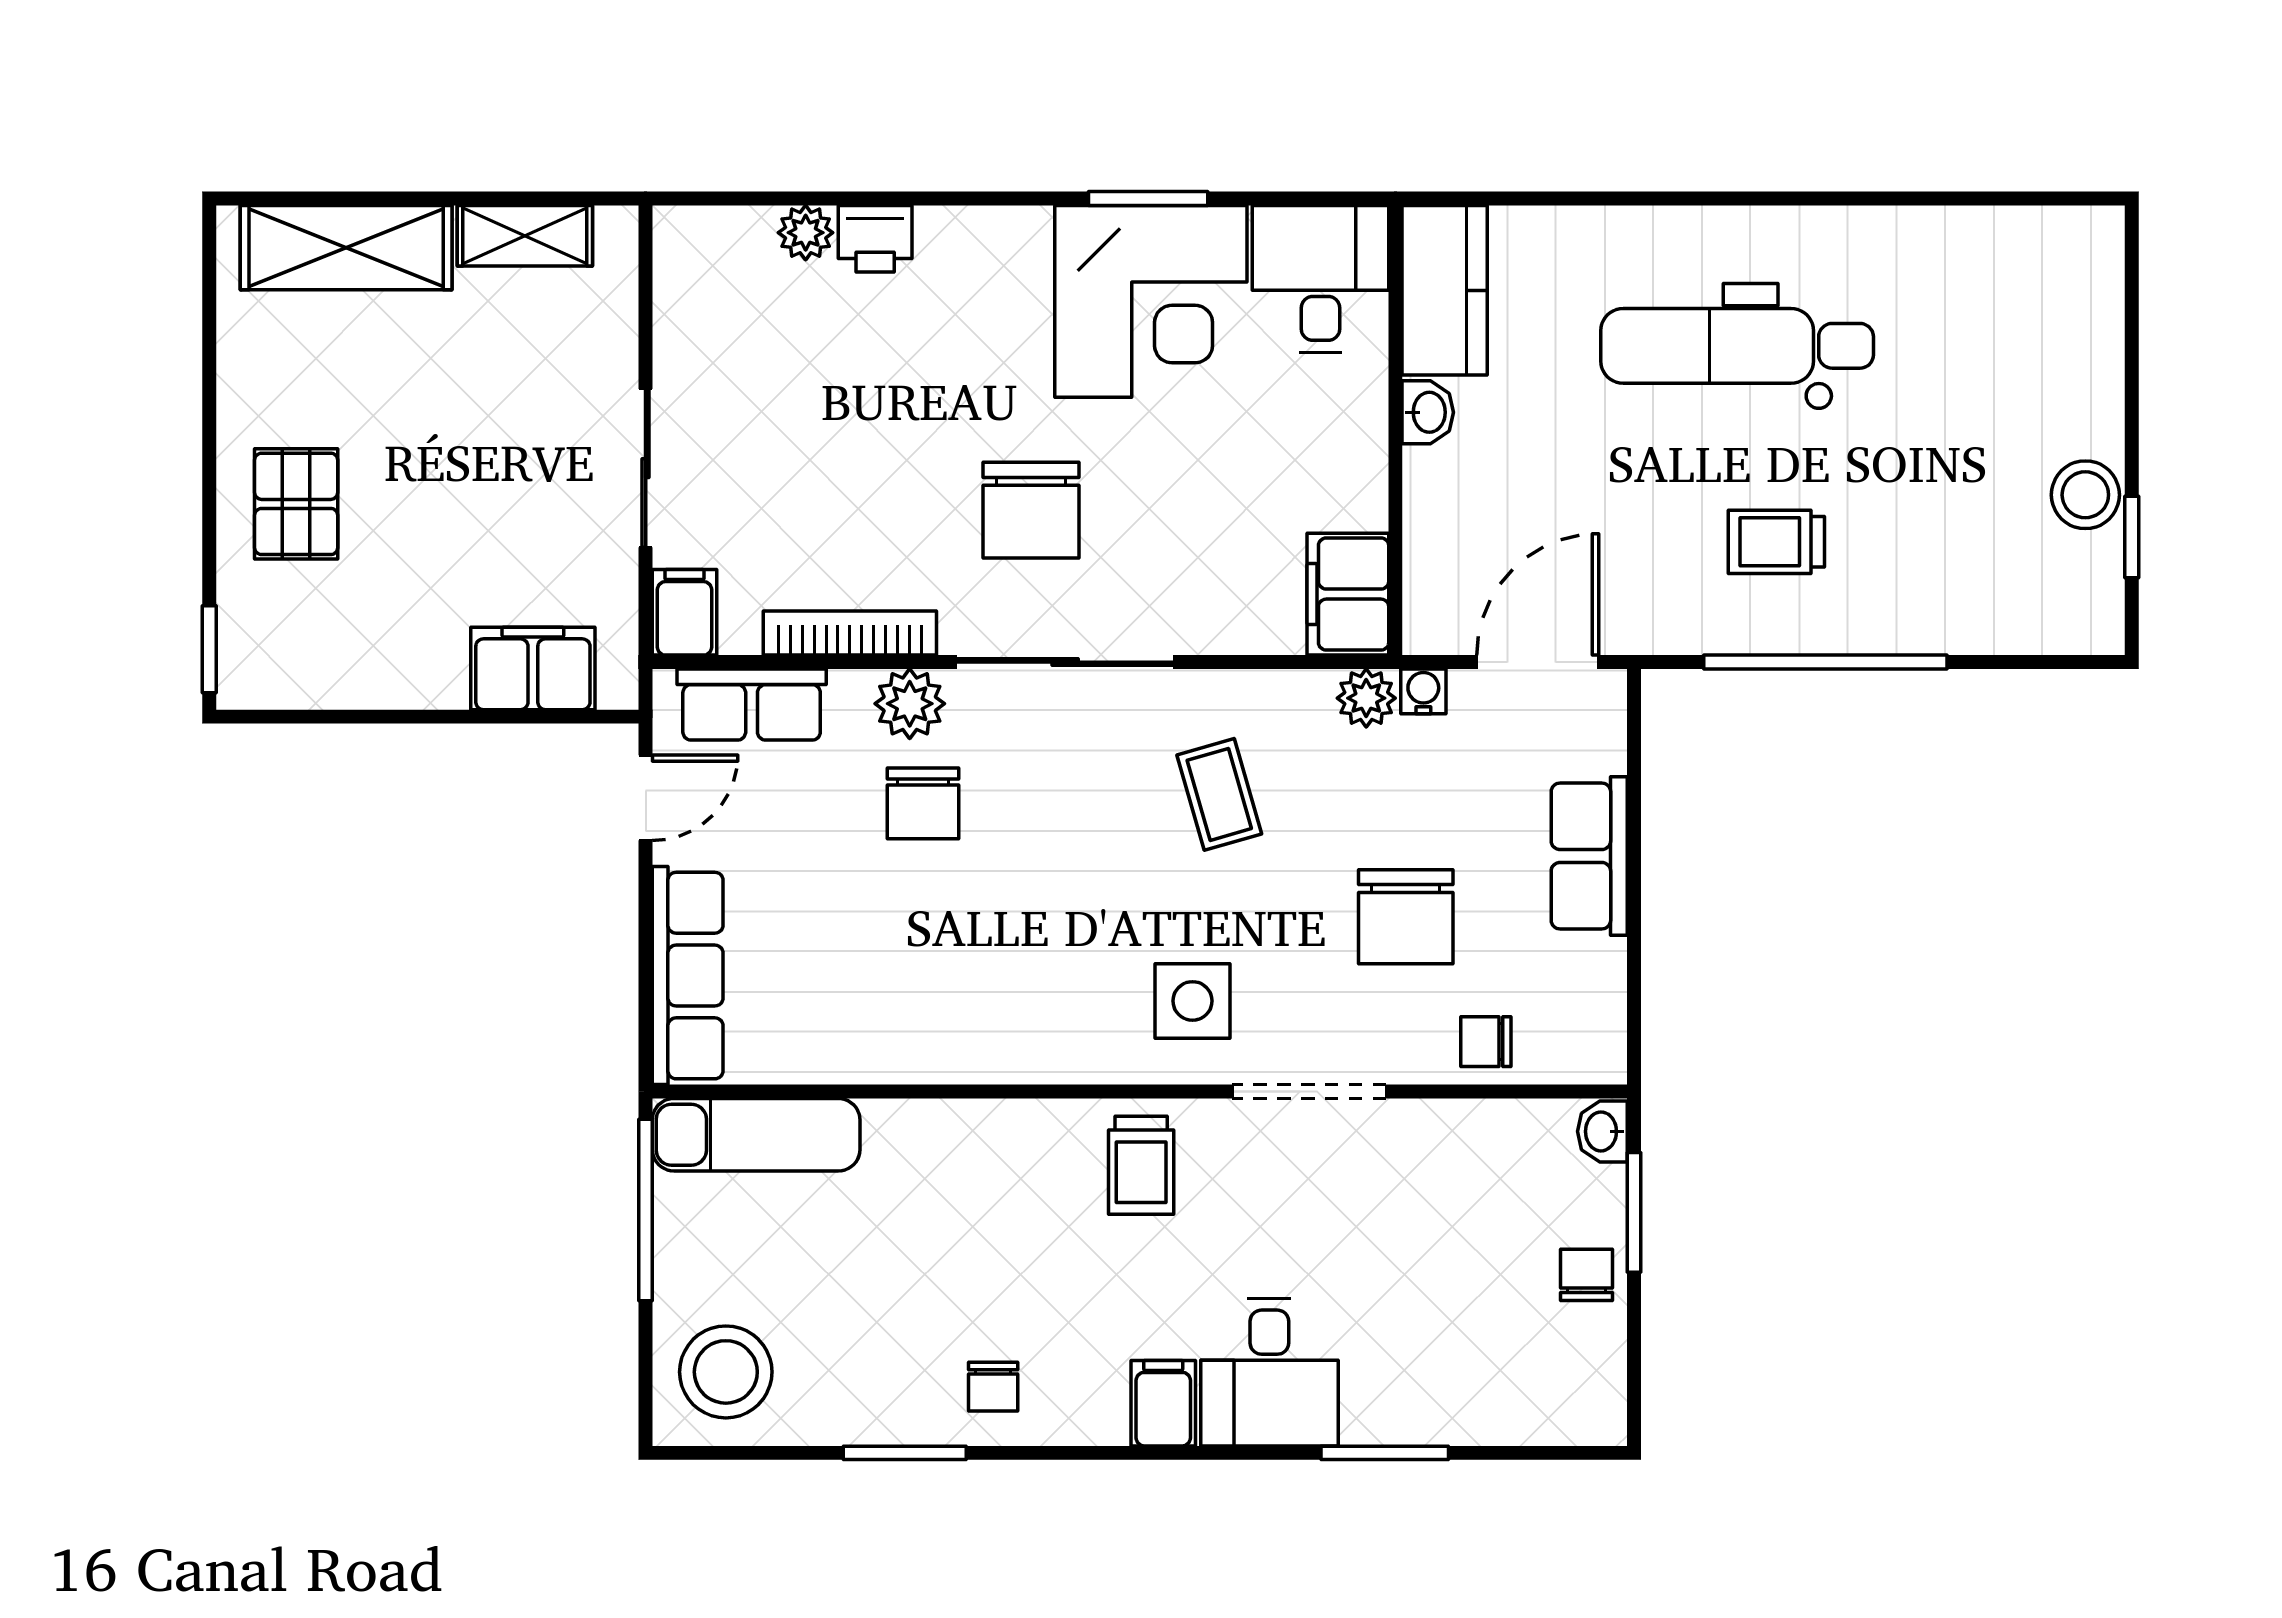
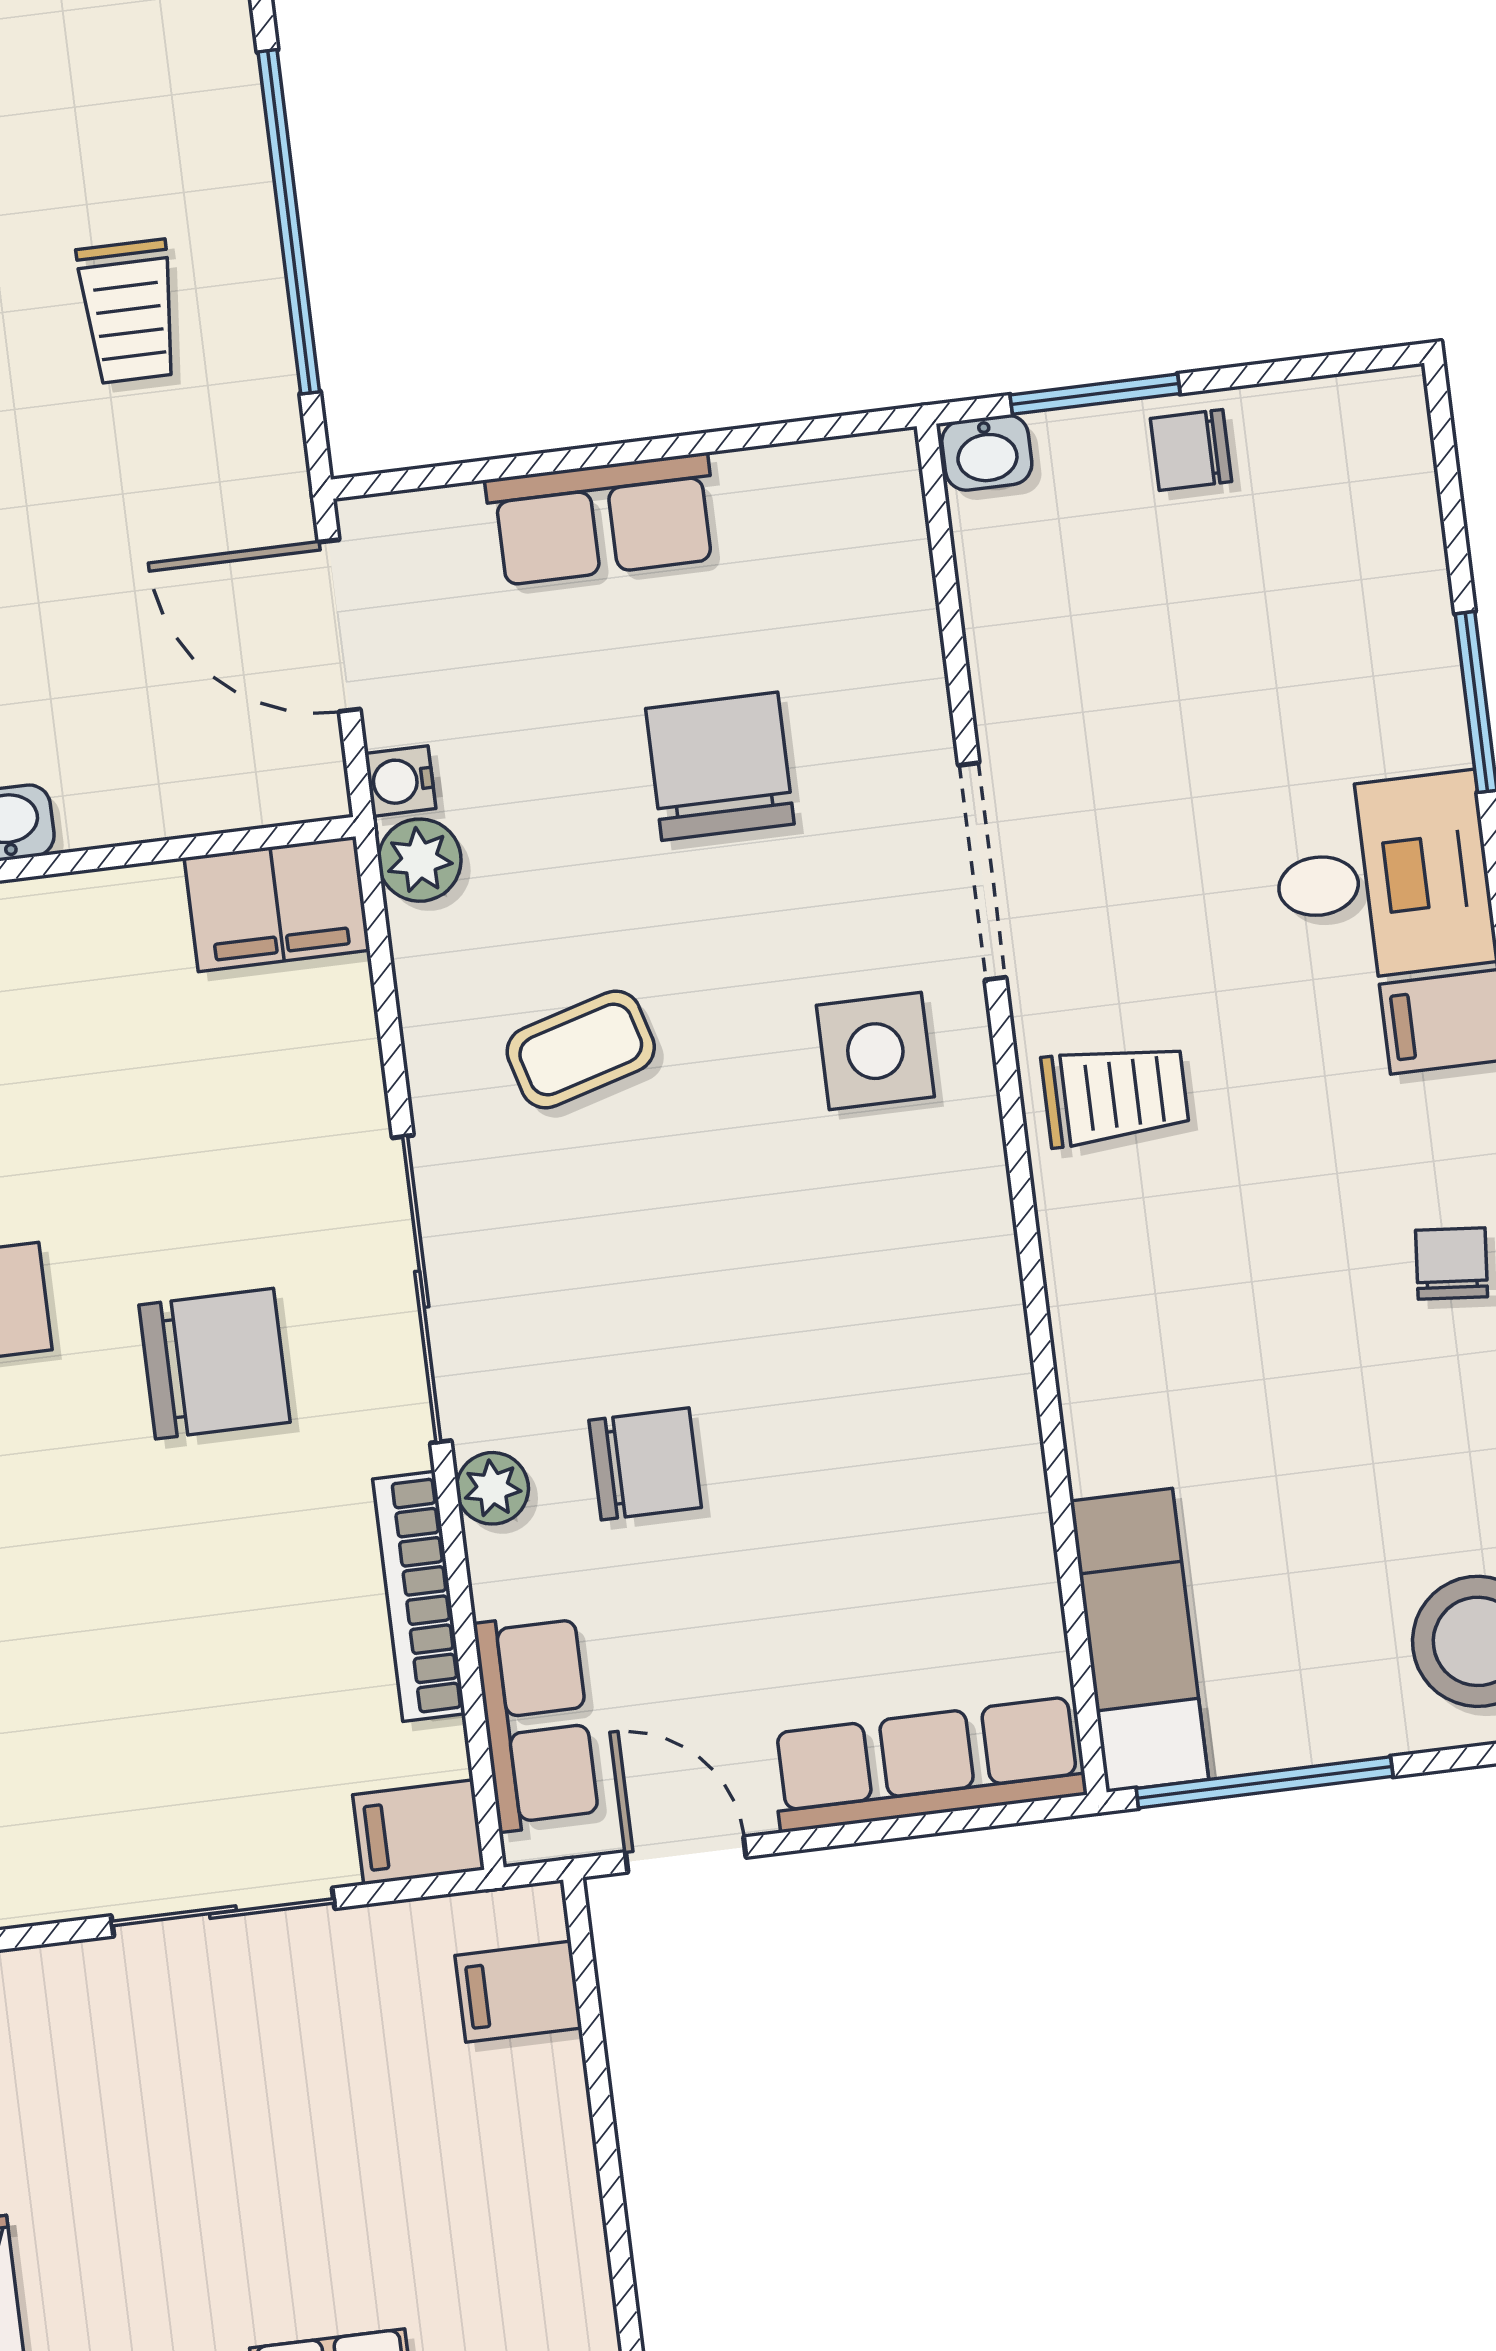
filing cabinet: (533, 668) -> (518, 1992), width x0.50
plant: (910, 704) -> (492, 1488), width x0.73, depth x0.73
chair: (1406, 917) -> (720, 766), turned -90
chair: (1486, 1042) -> (881, 632), removed
chair: (993, 1387) -> (1452, 1264), turned -85

